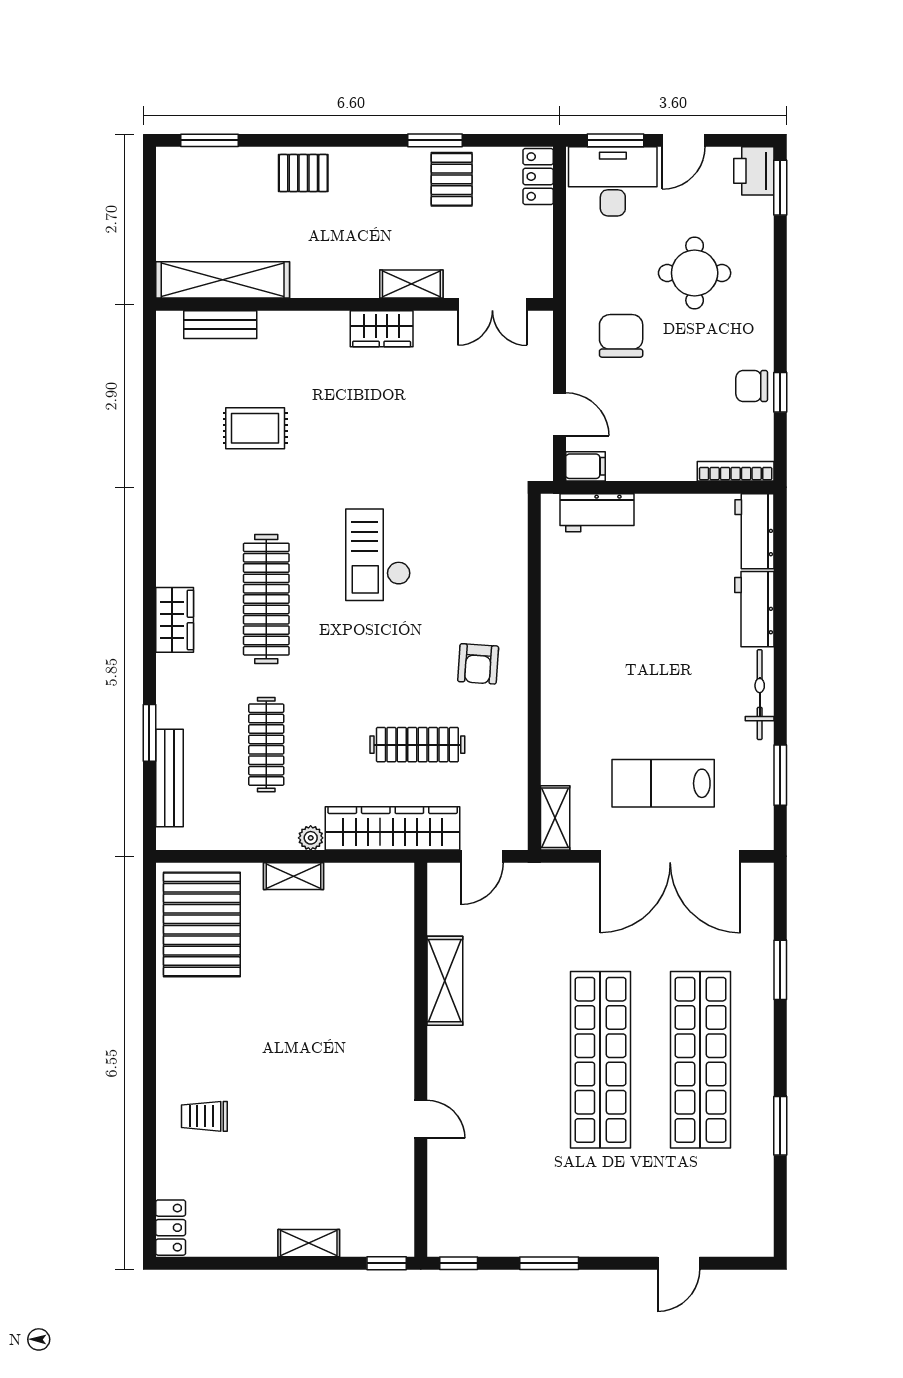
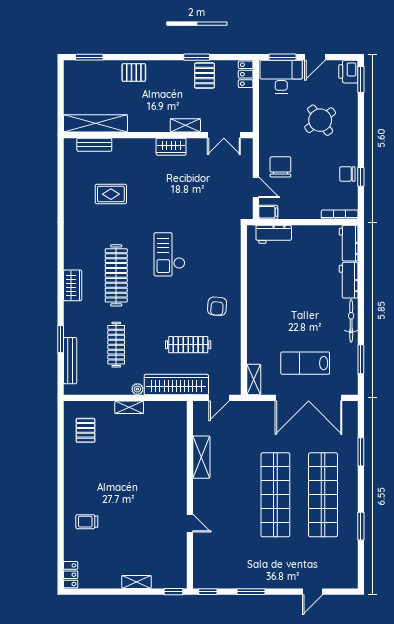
round table: (695, 273) -> (320, 120), turned -36
chair: (621, 336) -> (280, 167), moved
pallet: (202, 924) -> (86, 430), width x0.49, depth x0.50

